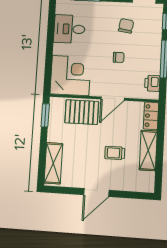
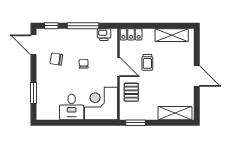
desk: (69, 29) -> (72, 107), moved
pallet: (82, 112) -> (131, 92), width x0.67, depth x0.71
shelving: (148, 150) -> (172, 35), moved
trolley: (115, 153) -> (147, 62), moved

